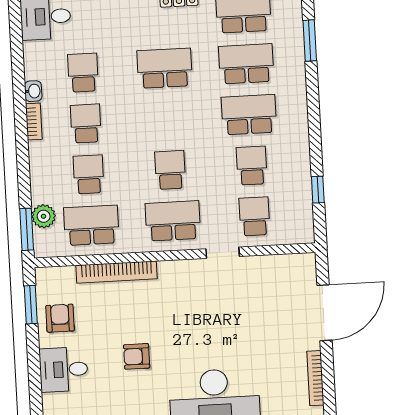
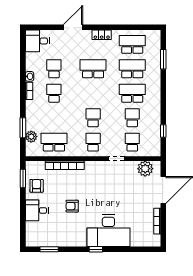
school desk: (89, 174) -> (54, 118), removed
school desk: (173, 221) -> (93, 142), width x0.54
window: (27, 229) -> (23, 128), moved
plant: (284, 270) -> (145, 169), added

